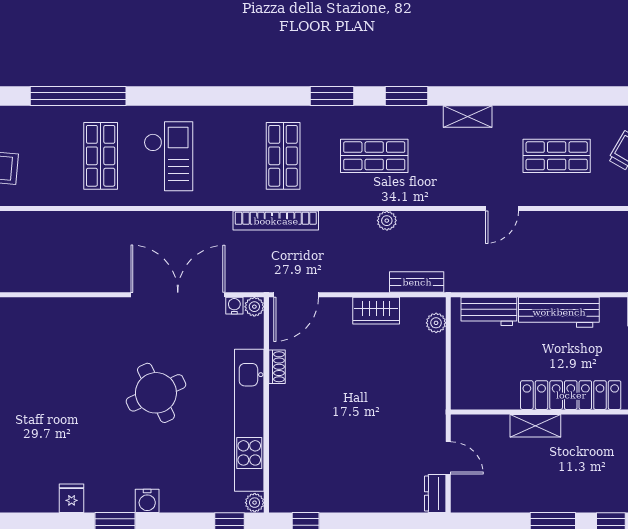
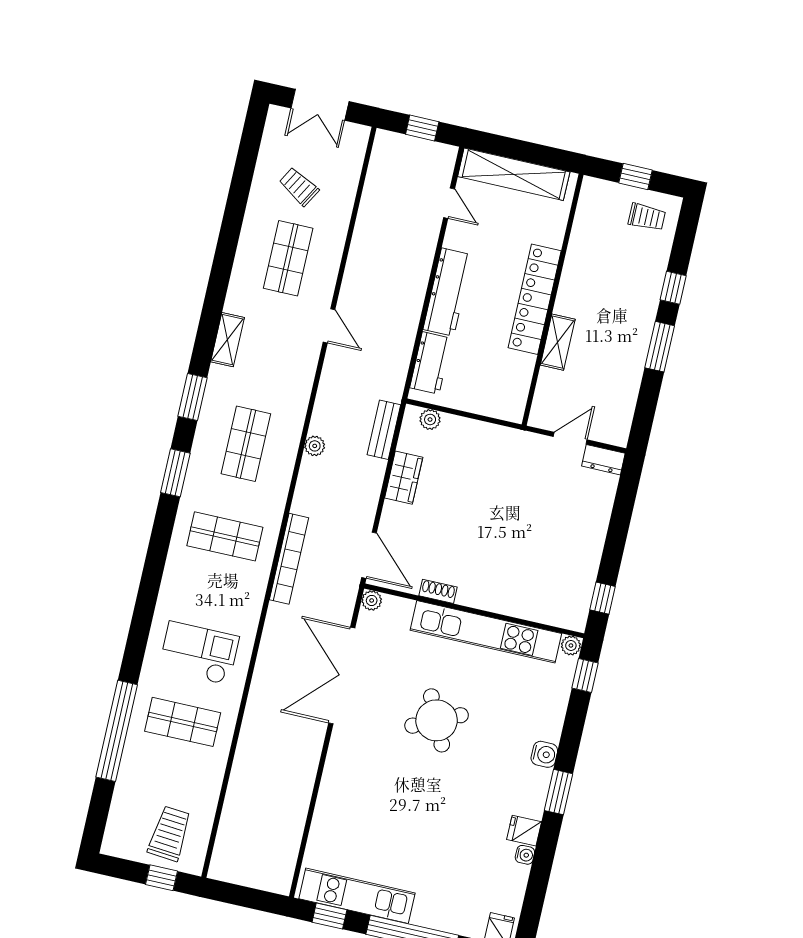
water cooler: (234, 306) -> (525, 855), moved, turned 180

